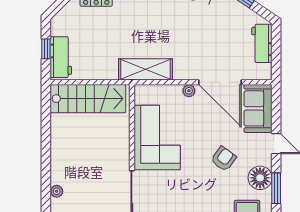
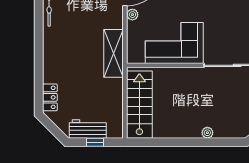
workbench: (61, 57) -> (88, 129), moved
plant: (57, 191) -> (207, 133), moved

